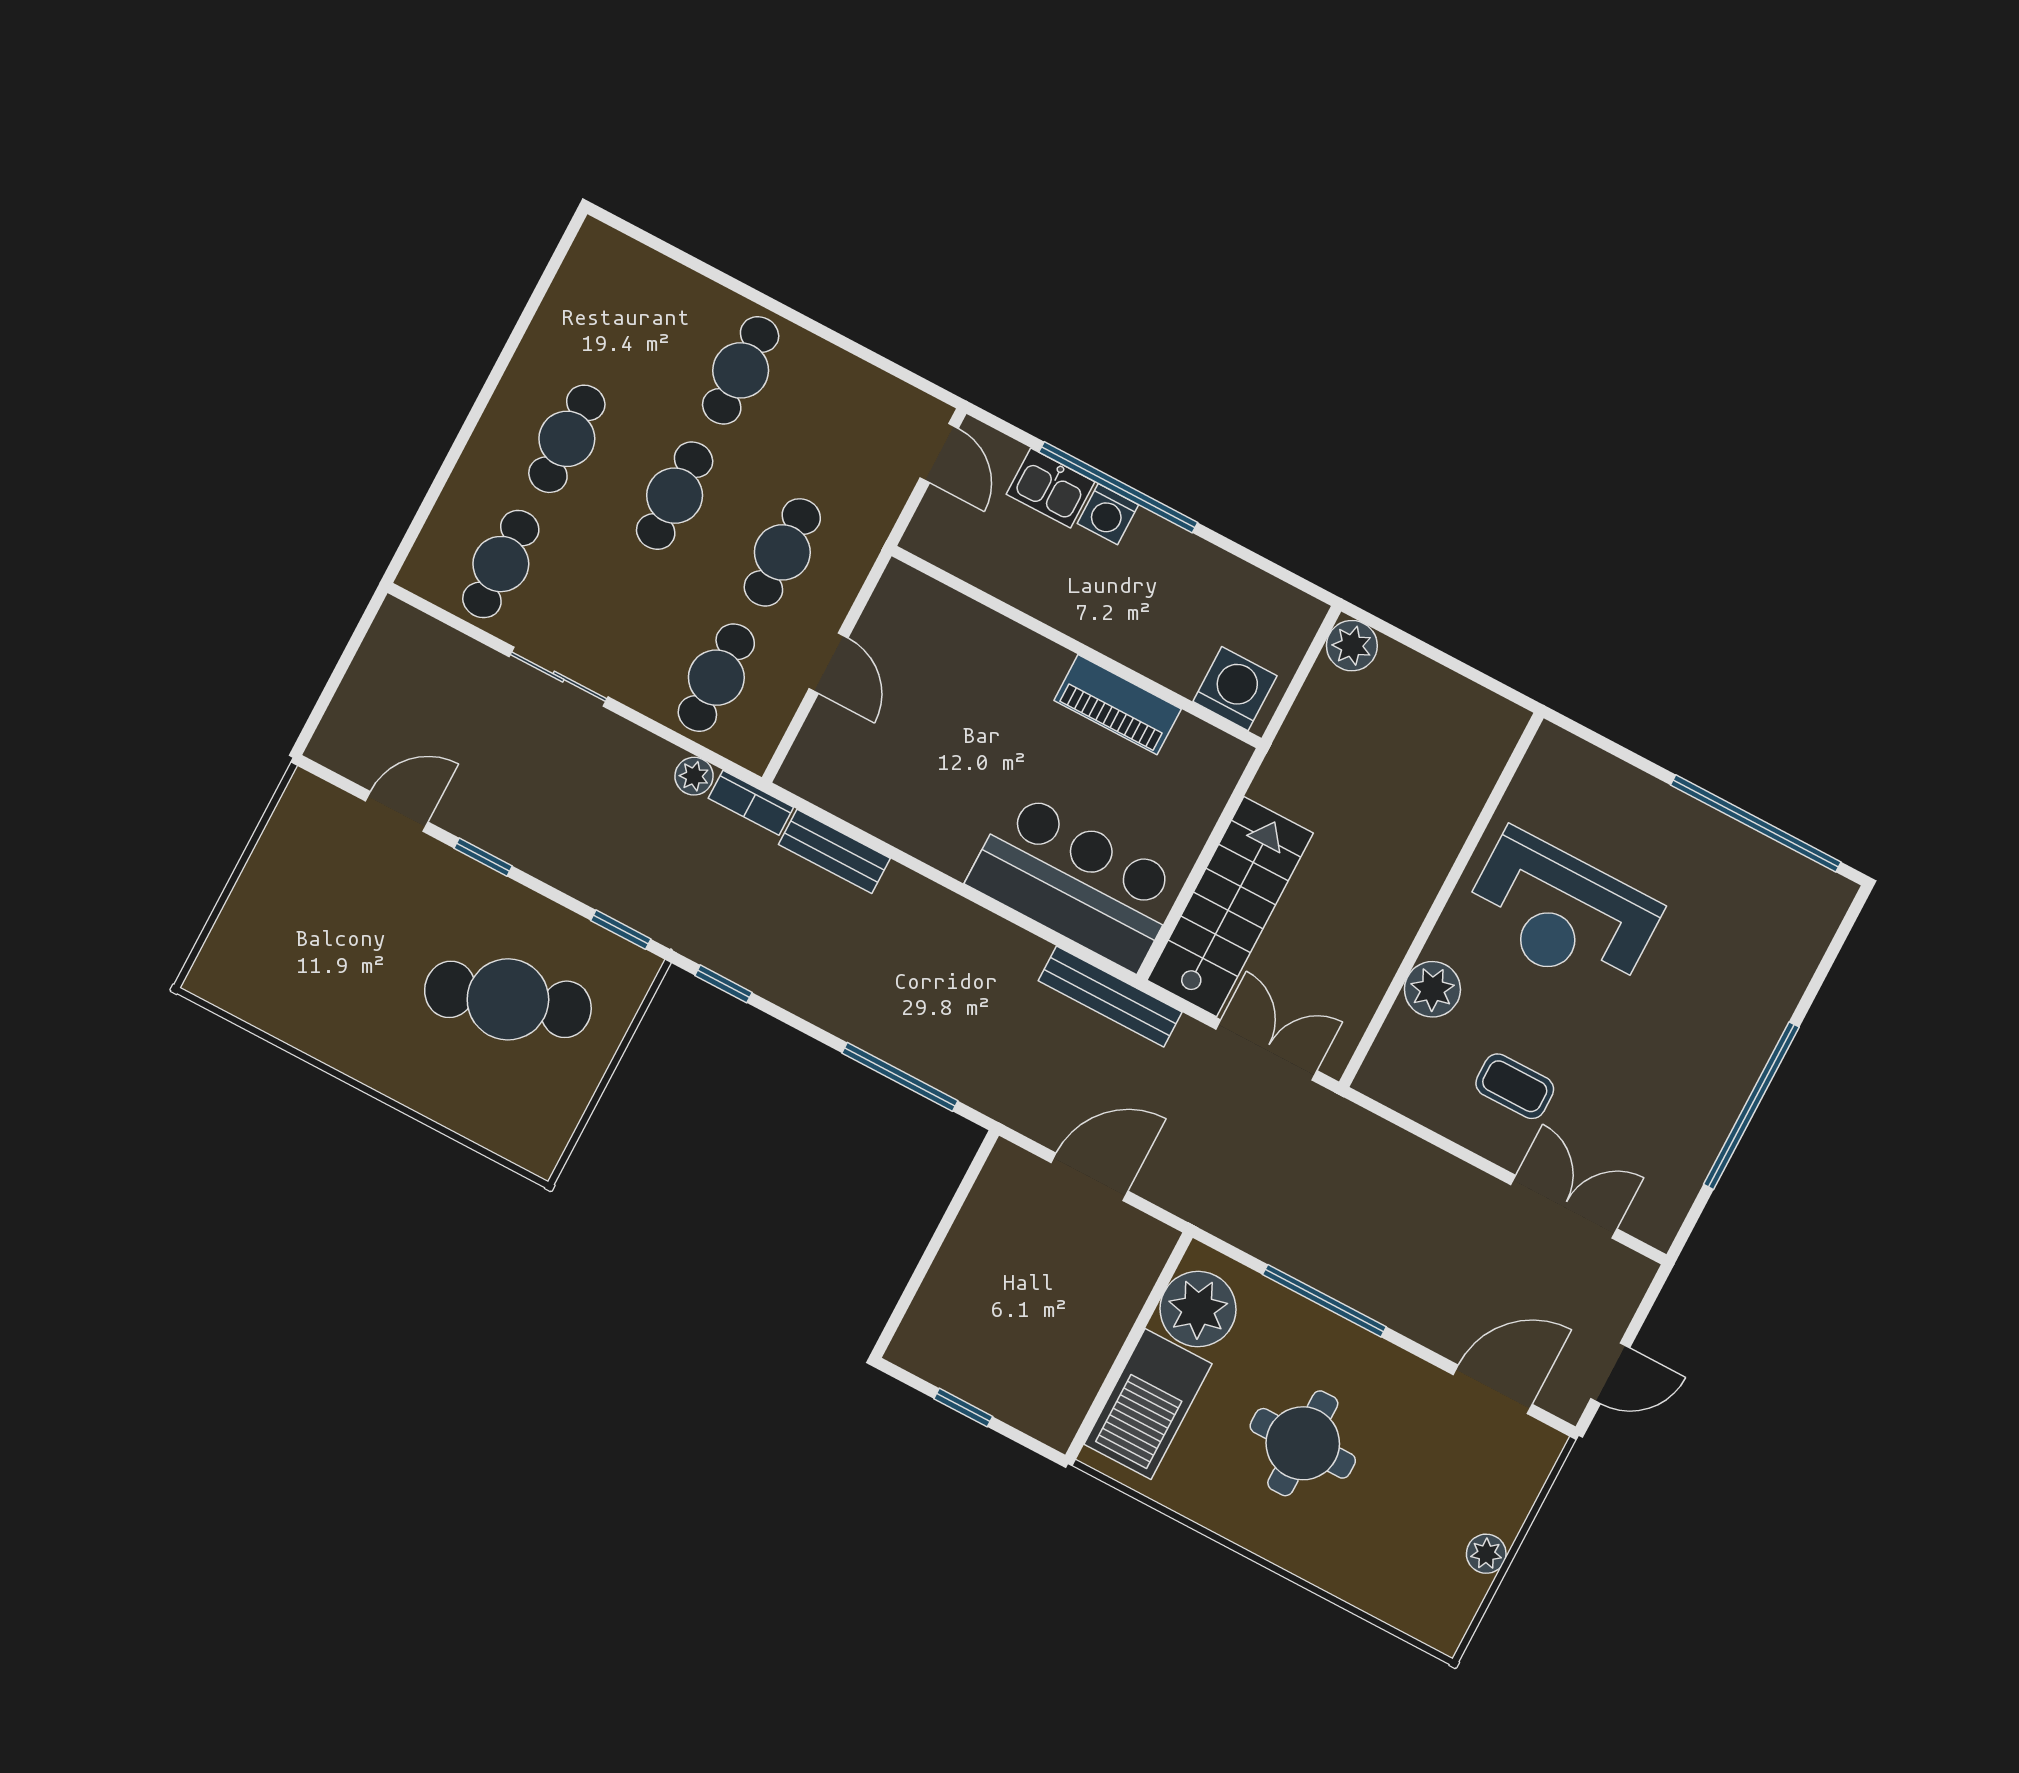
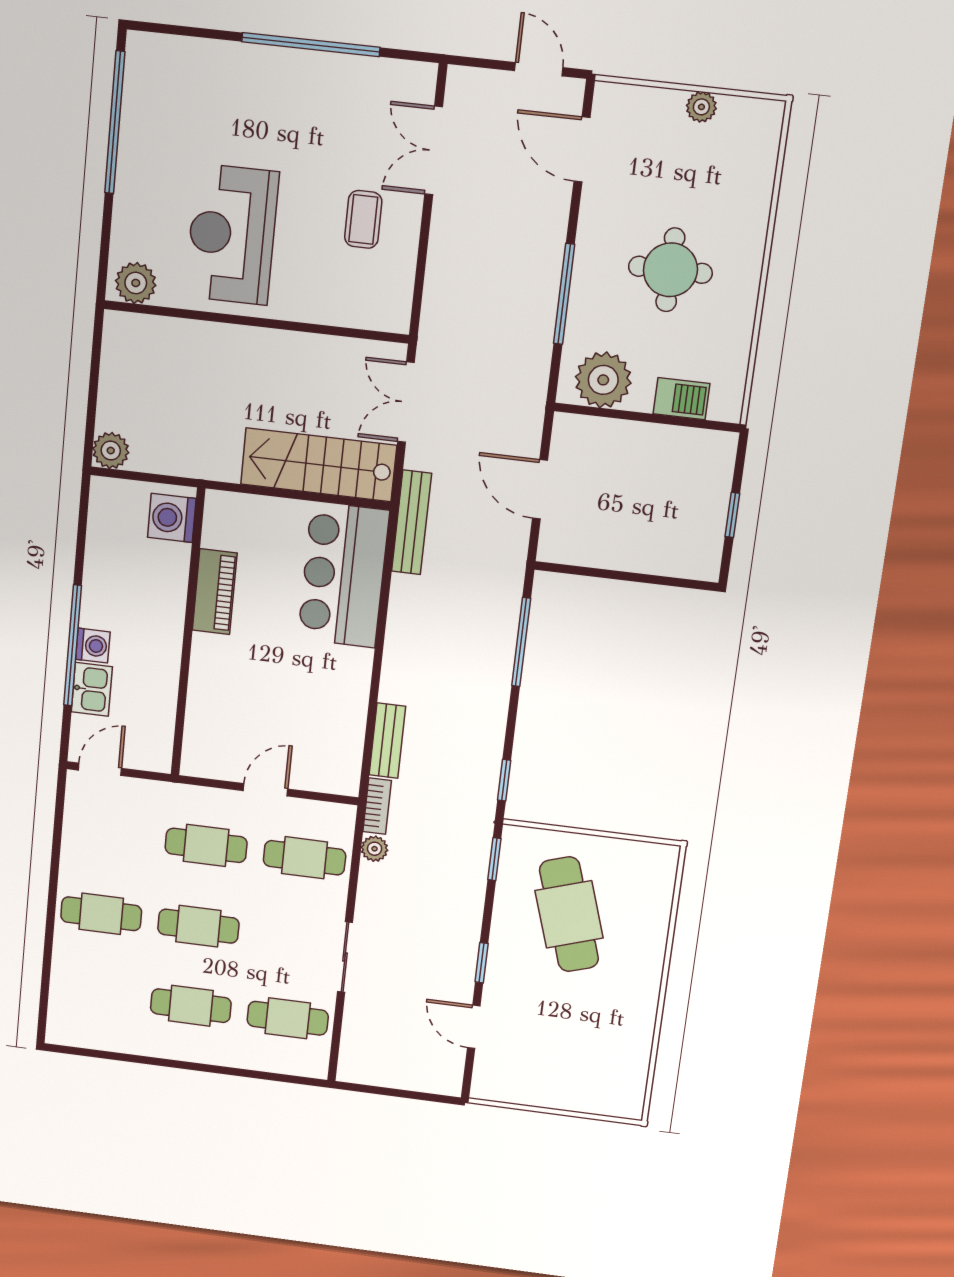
reception desk: (1561, 914) -> (232, 234), turned 180
plant: (1432, 989) -> (136, 283), moved
barbecue: (1148, 1404) -> (681, 399), width x0.53, depth x0.65

